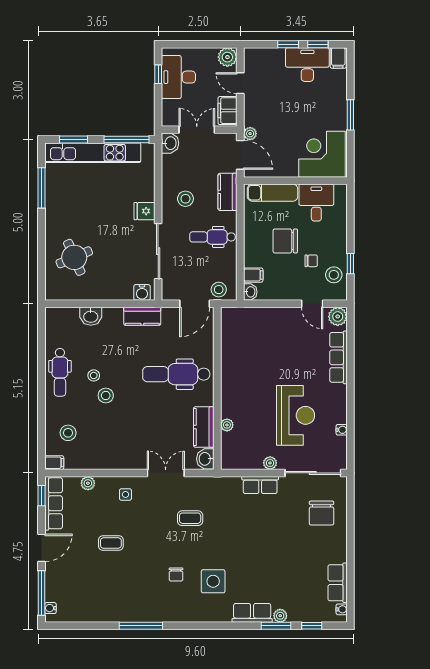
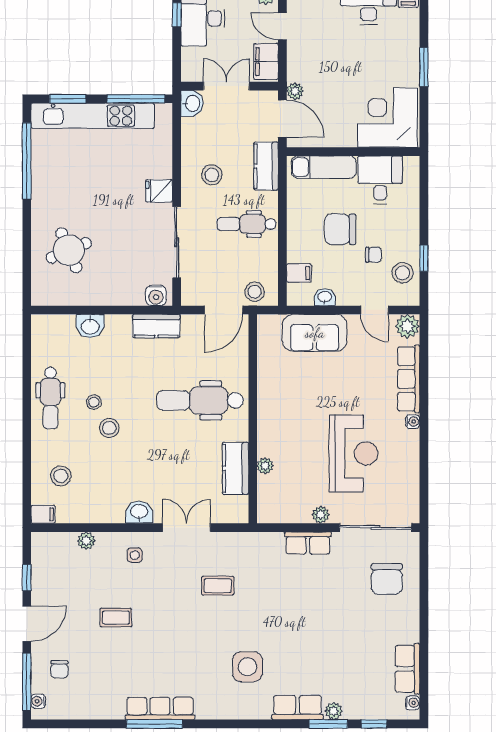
window: (42, 188) -> (27, 161), width x1.46
washbasin: (250, 292) -> (325, 297), moved, turned -90
sofa: (265, 322) -> (315, 333), added
water cooler: (342, 430) -> (413, 422), moved
washbasin: (205, 459) -> (139, 512), moved, turned 90
window: (42, 496) -> (27, 578), moved
row of seats: (54, 503) -> (160, 709), moved, turned -90
chair: (176, 574) -> (59, 669), moved

